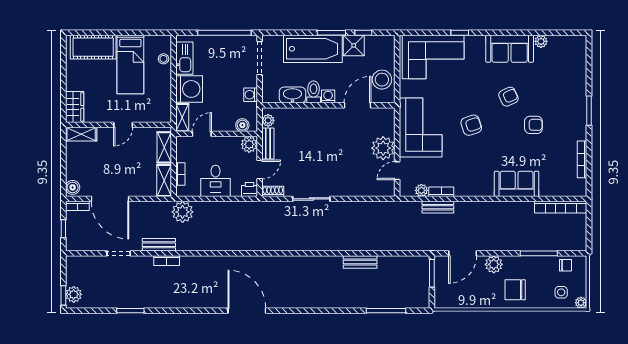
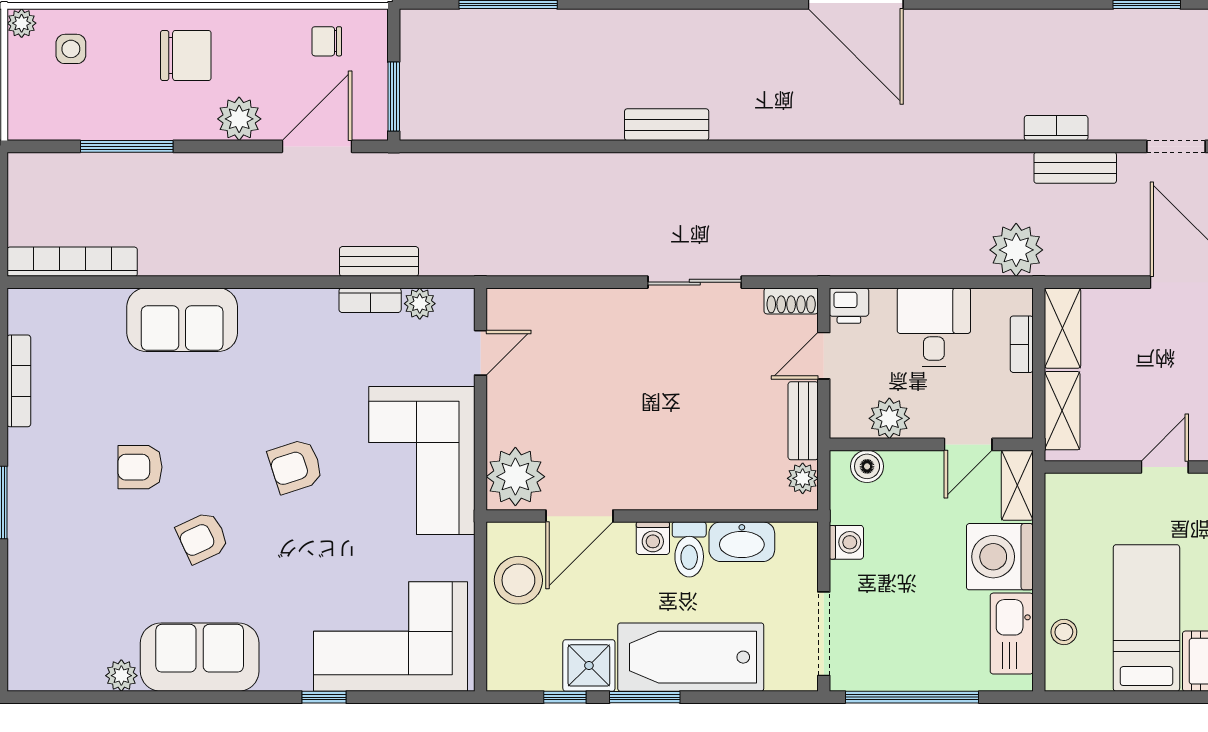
plant: (249, 144) -> (889, 418), moved
plant: (383, 148) -> (515, 477), moved
bench: (360, 262) -> (667, 125), moved
chair: (566, 265) -> (327, 41), moved

